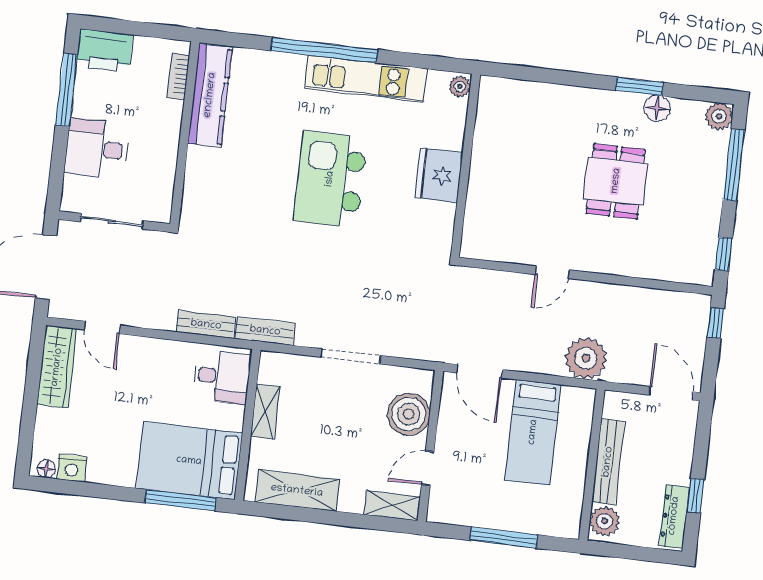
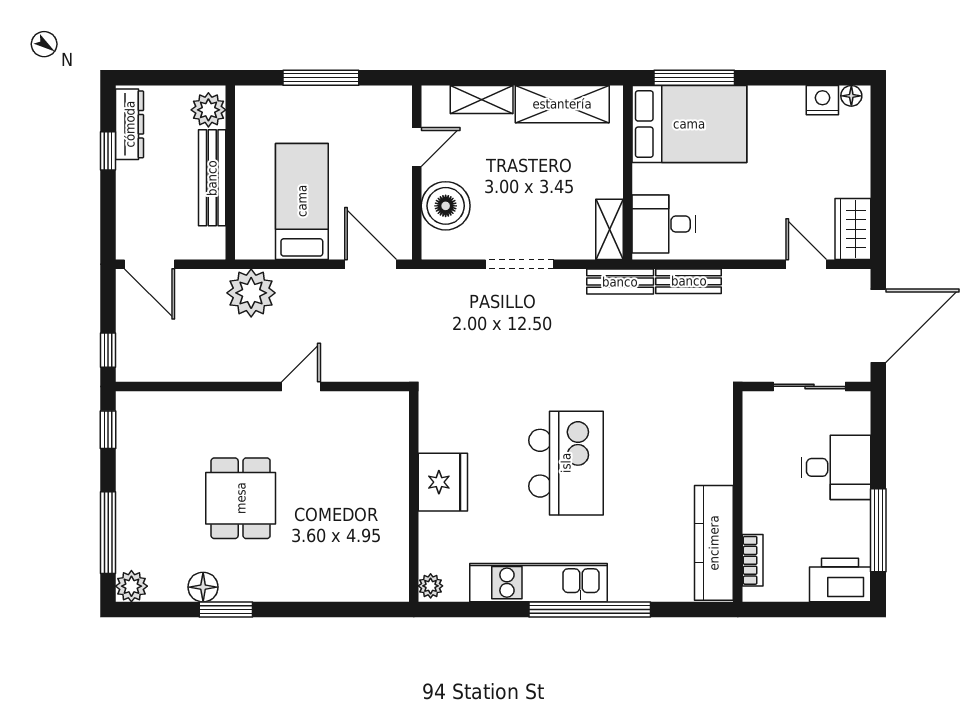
wardrobe: (57, 367) -> (853, 229), width x0.67
shelving: (265, 411) -> (609, 229), moved
shelving: (392, 506) -> (482, 99), moved

